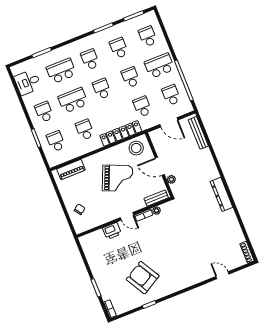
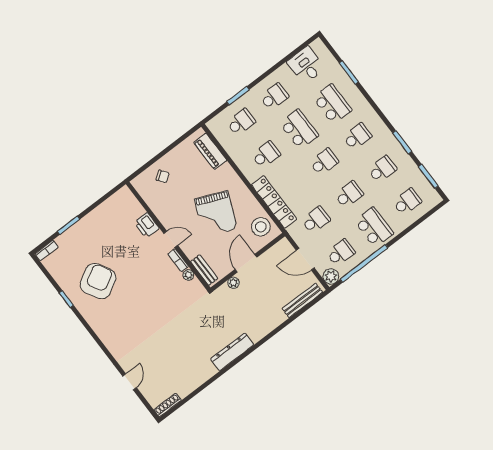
plant: (187, 107) -> (331, 276), added
door: (169, 122) -> (305, 259), hinge flipped
door: (127, 216) -> (171, 239), swing flipped

